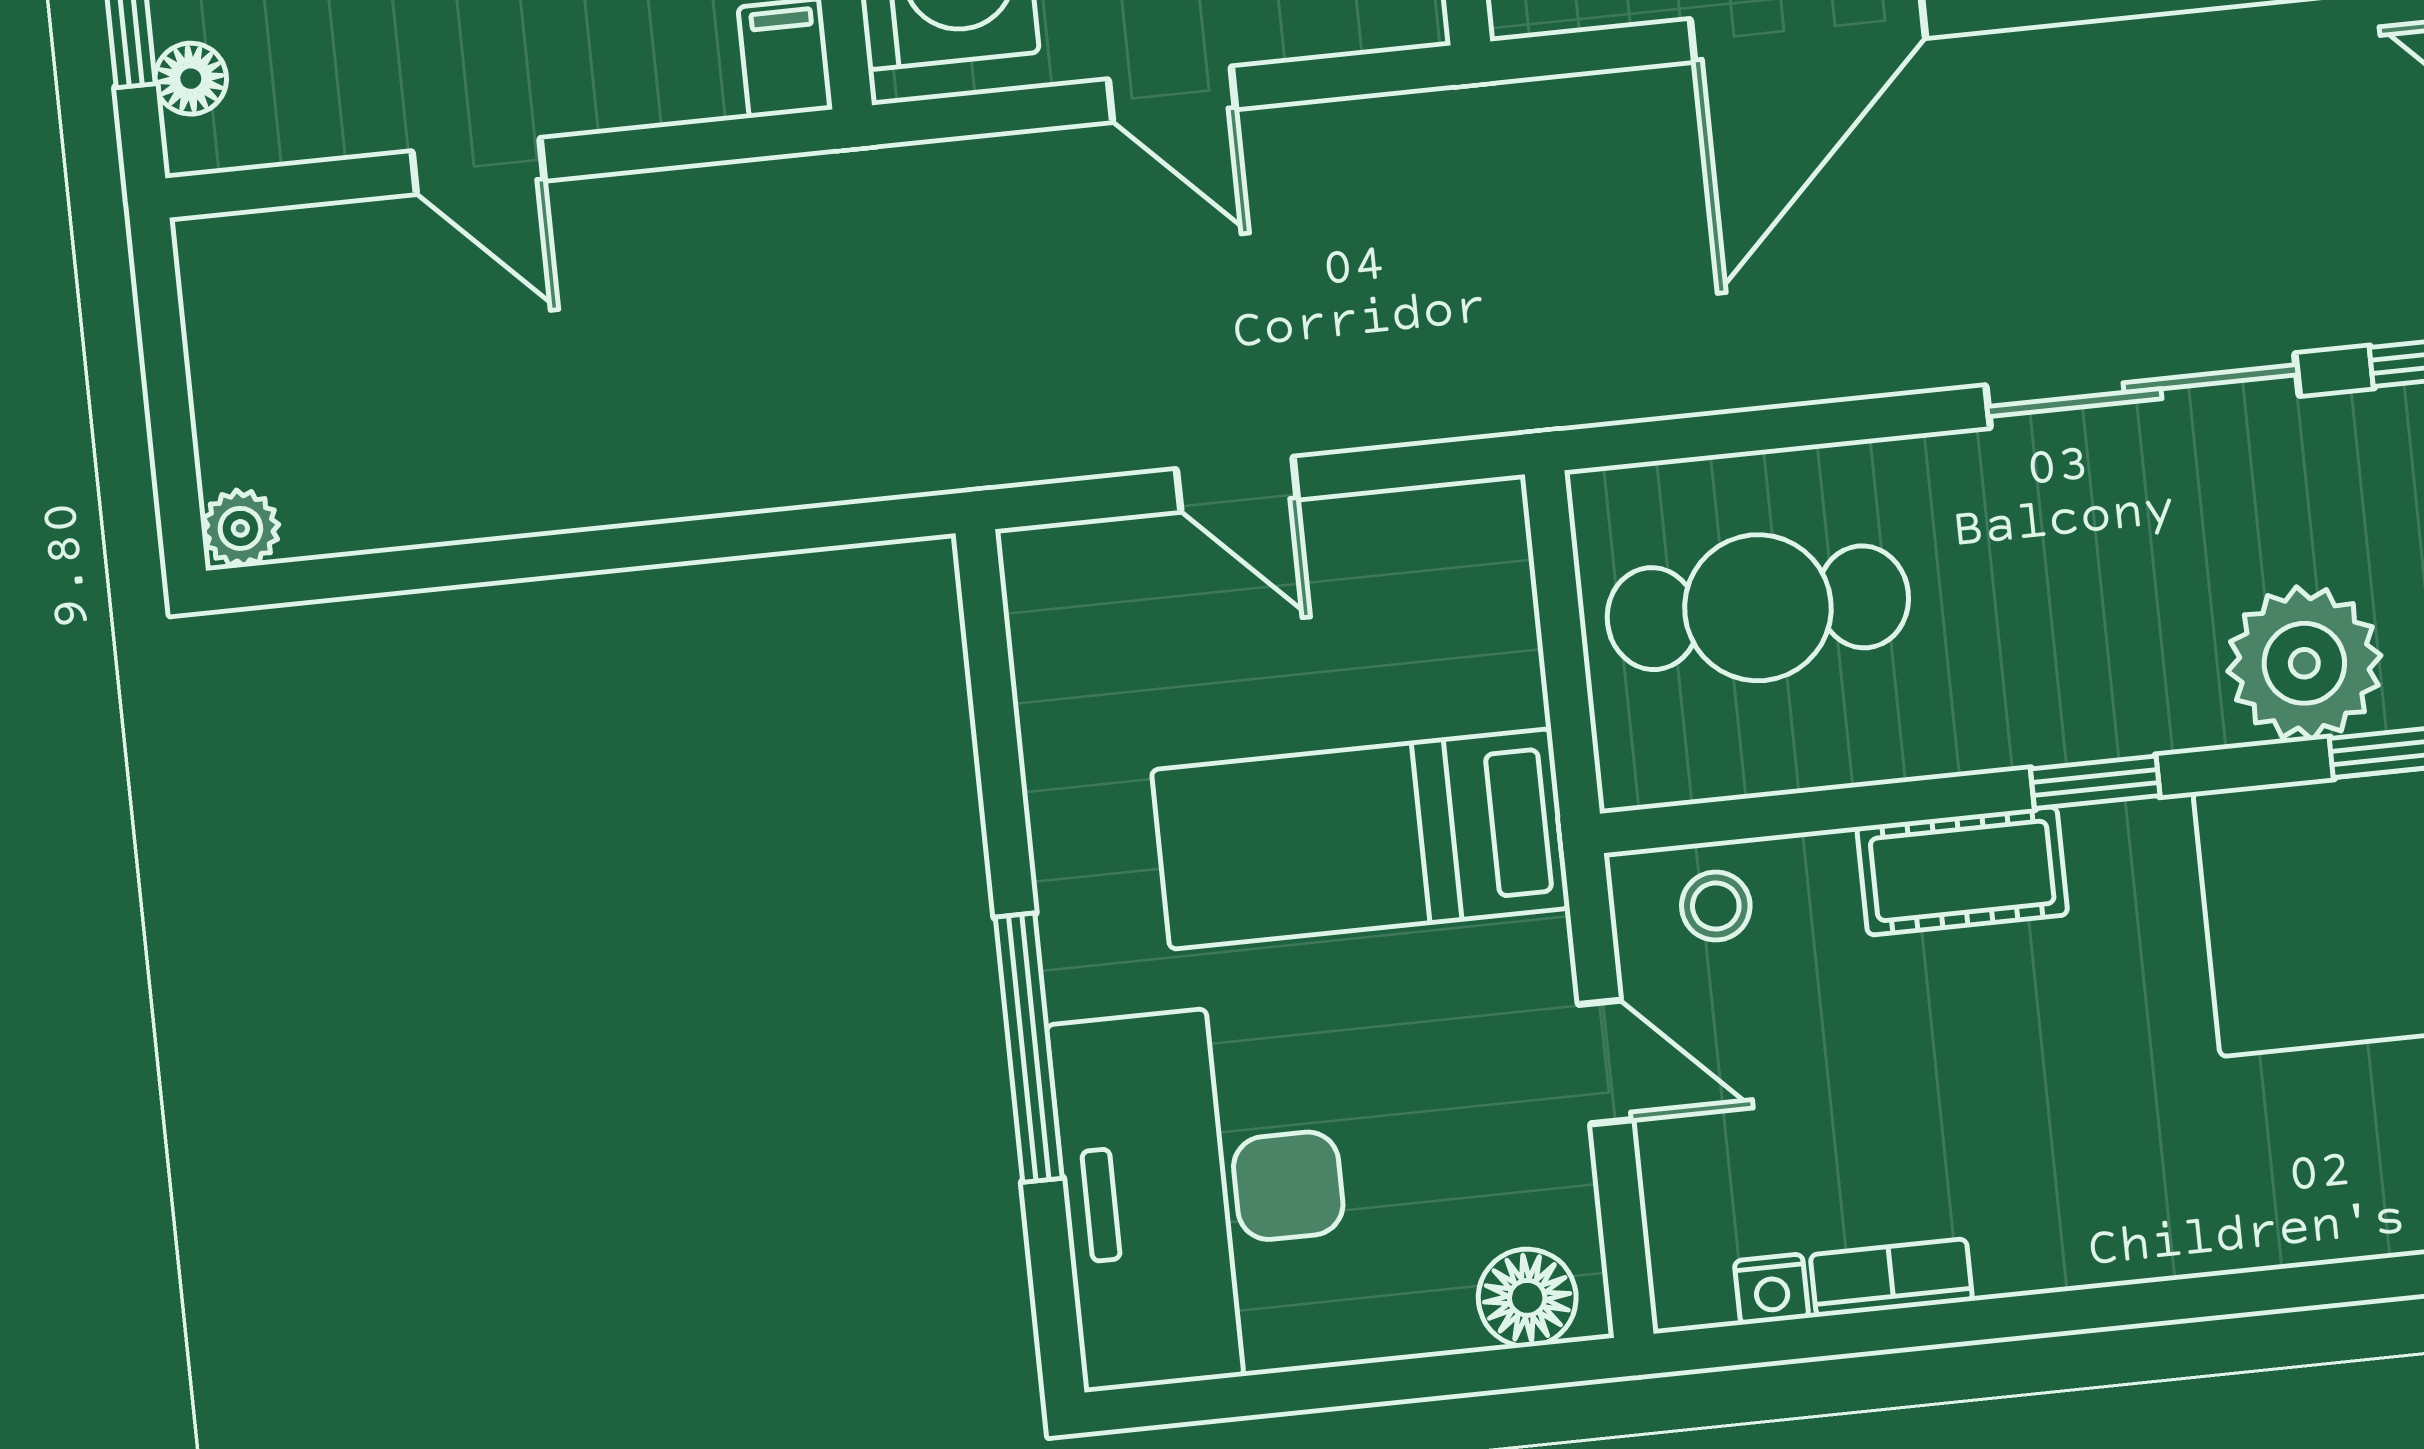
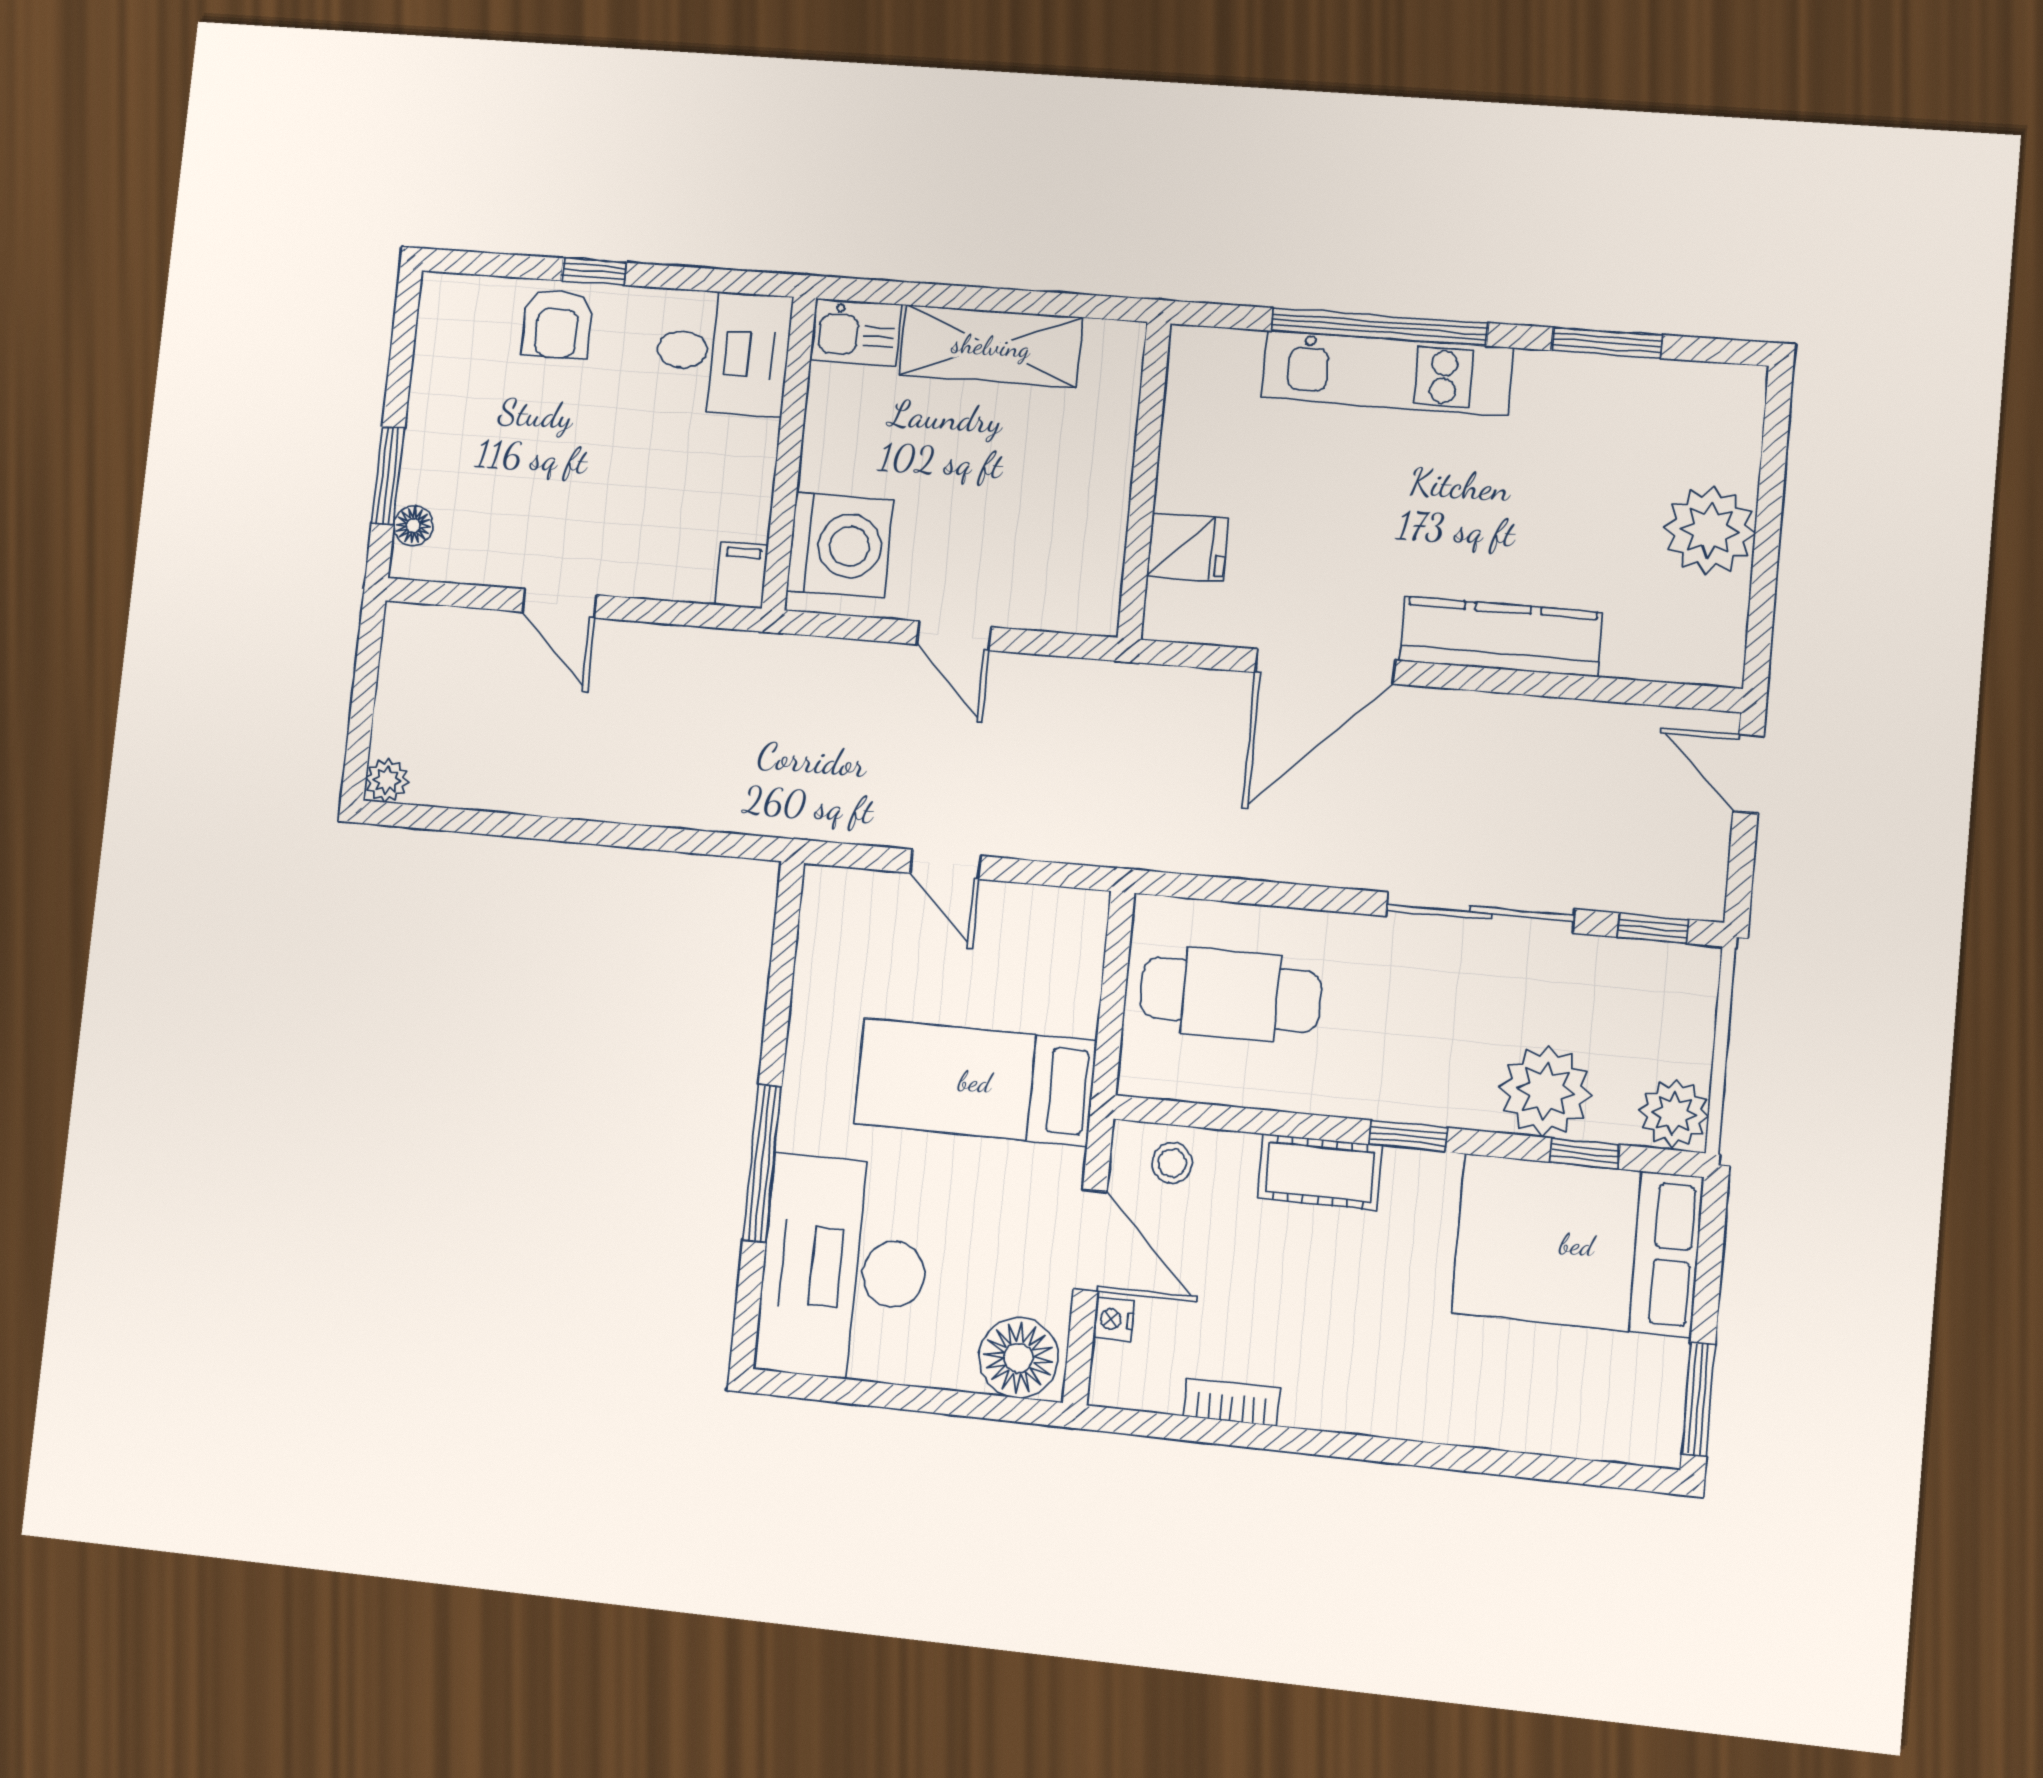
door: (1606, 1062) -> (1090, 1240), width x1.38
nightstand: (1772, 1289) -> (1114, 1319), moved, turned 90
floor lamp: (1527, 1298) -> (1019, 1358), width x1.38, depth x1.38

